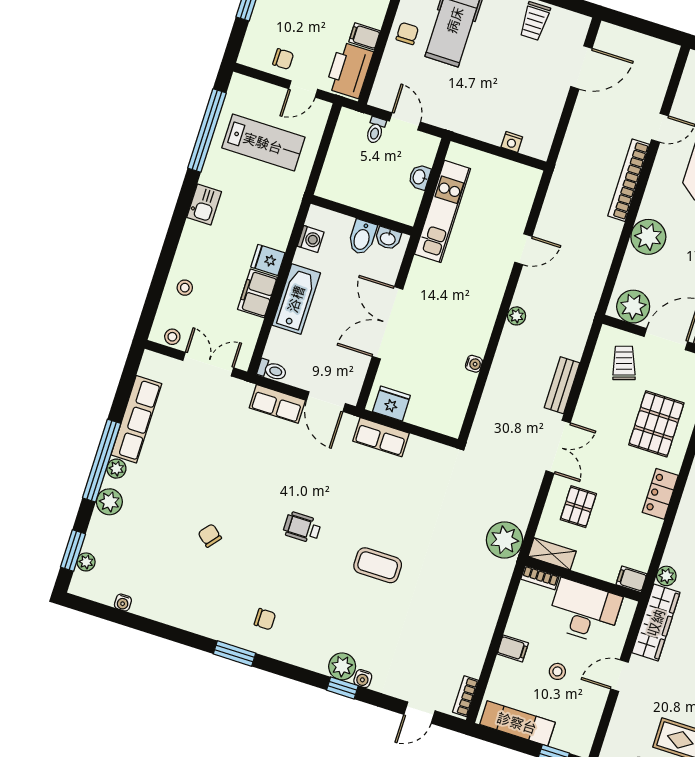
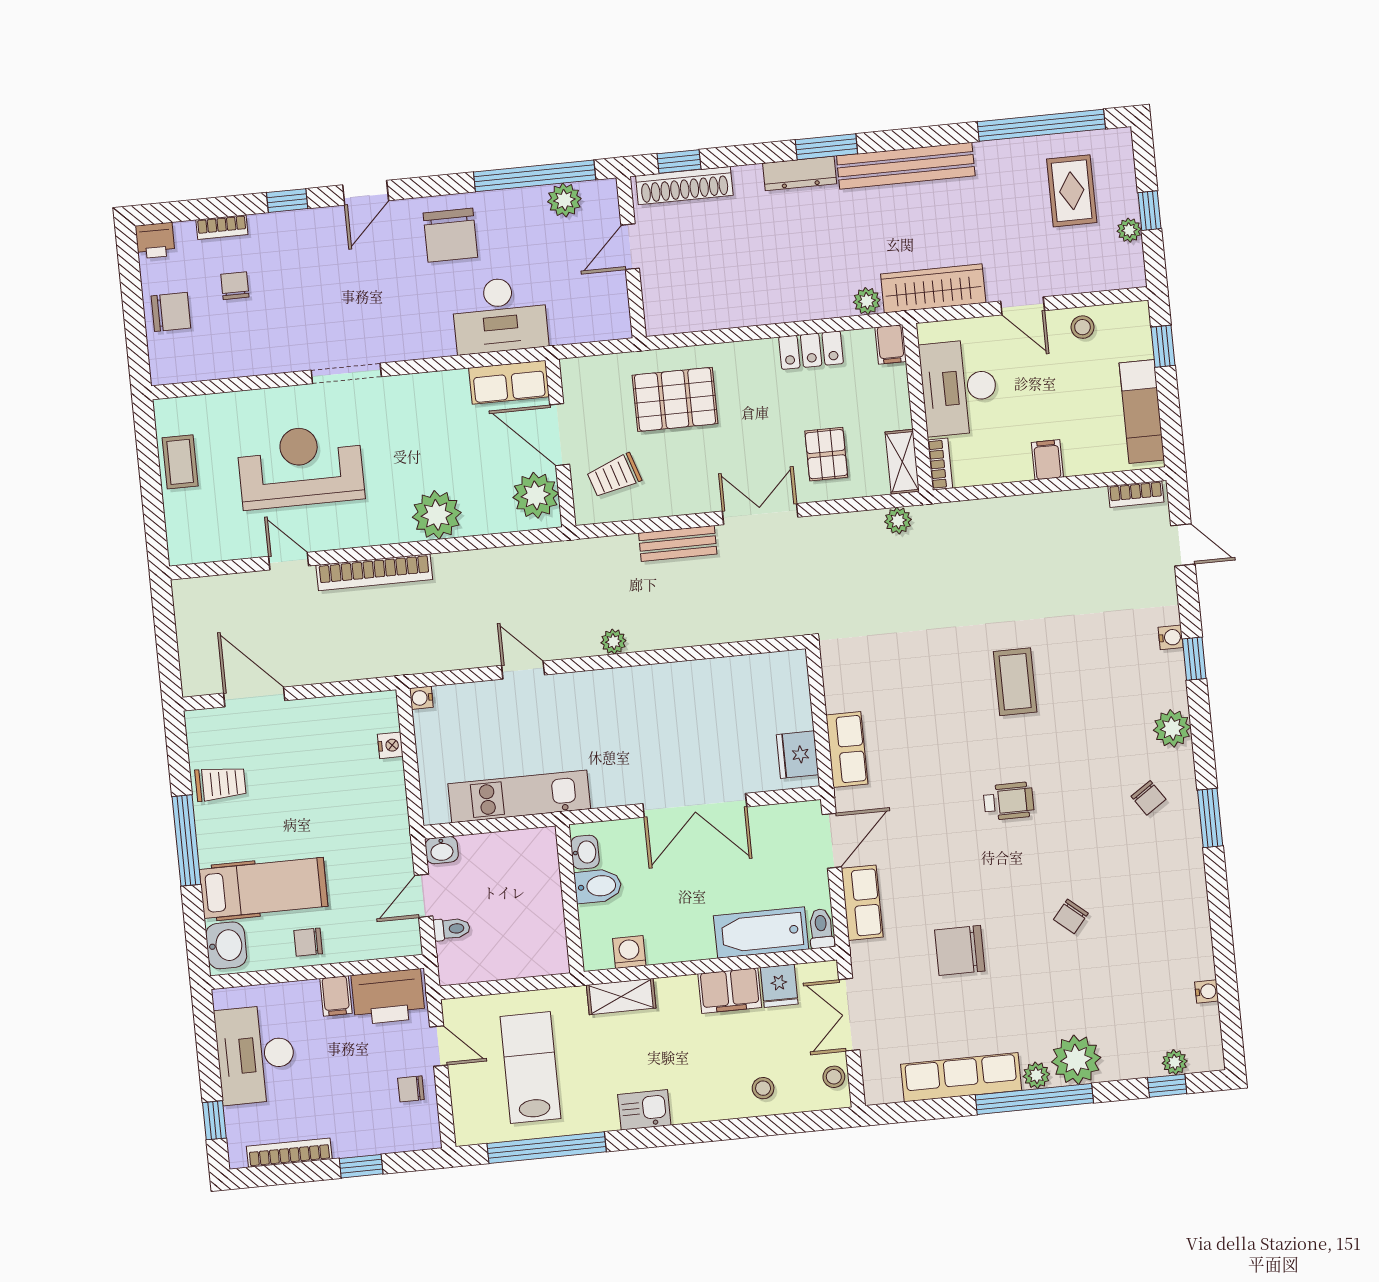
chair: (283, 59) -> (411, 1089), turned -90
washbasin: (420, 177) -> (442, 850), moved
shelving: (284, 221) -> (621, 997), added
fridge: (268, 260) -> (779, 986), moved
bathtub: (296, 299) -> (761, 933), moved
water cooler: (474, 364) -> (421, 698), moved, turned -90
chair: (219, 454) -> (960, 950), added
locker: (660, 494) -> (811, 350), moved
plant: (109, 502) -> (1076, 1060), width x1.36, depth x1.36
pallet: (578, 507) -> (826, 454), turned 90
wheelchair: (302, 527) -> (1009, 801), turned -90
plant: (504, 540) -> (898, 521), width x0.53, depth x0.53
window: (73, 550) -> (1167, 1086), width x0.67
chair: (265, 619) -> (1149, 798), turned 146
plant: (342, 666) -> (1172, 728), moved
stool: (557, 671) -> (1082, 327), moved

